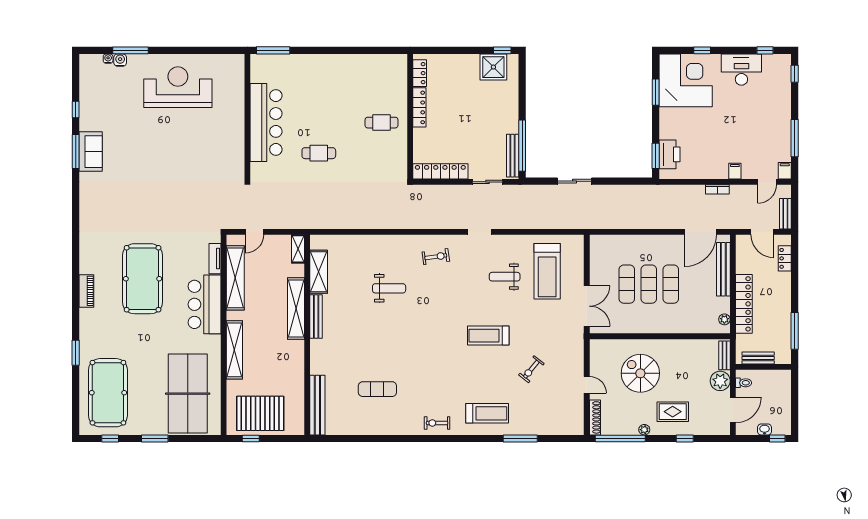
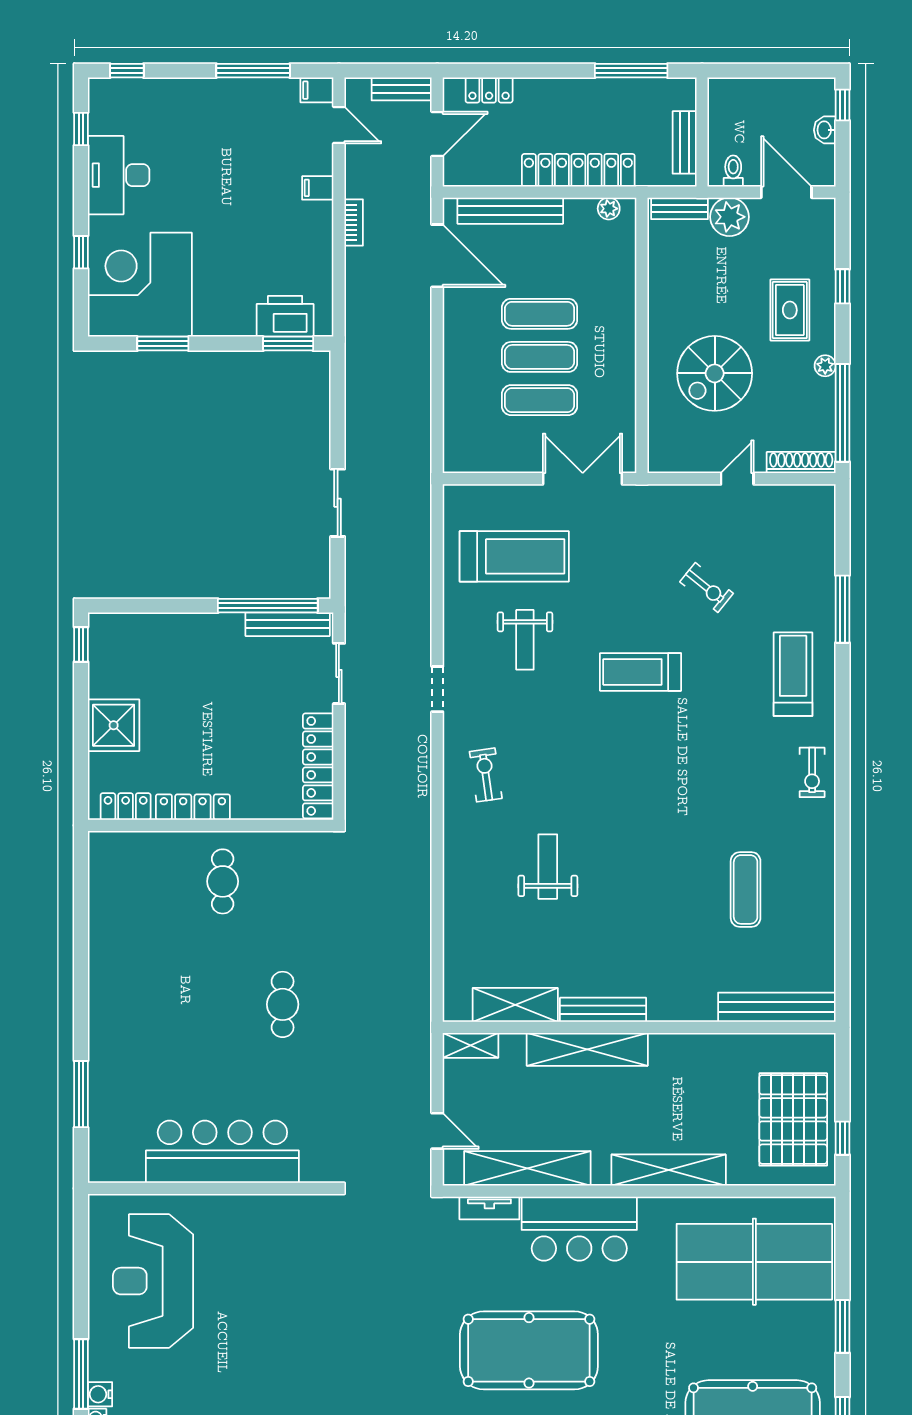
shower: (493, 67) -> (114, 725), moved
wall: (247, 116) -> (211, 1188), moved
bar counter: (266, 122) -> (222, 1152), moved
treadmill: (488, 336) -> (641, 672), turned 90

